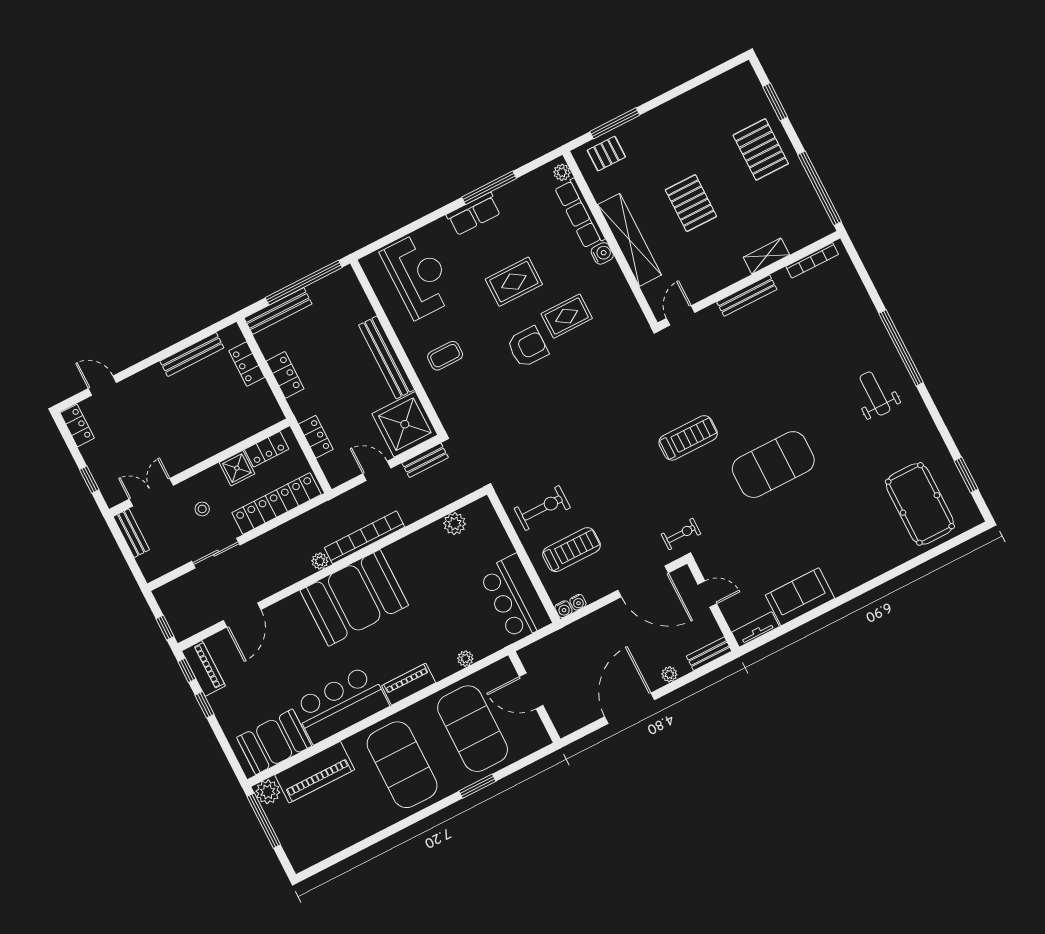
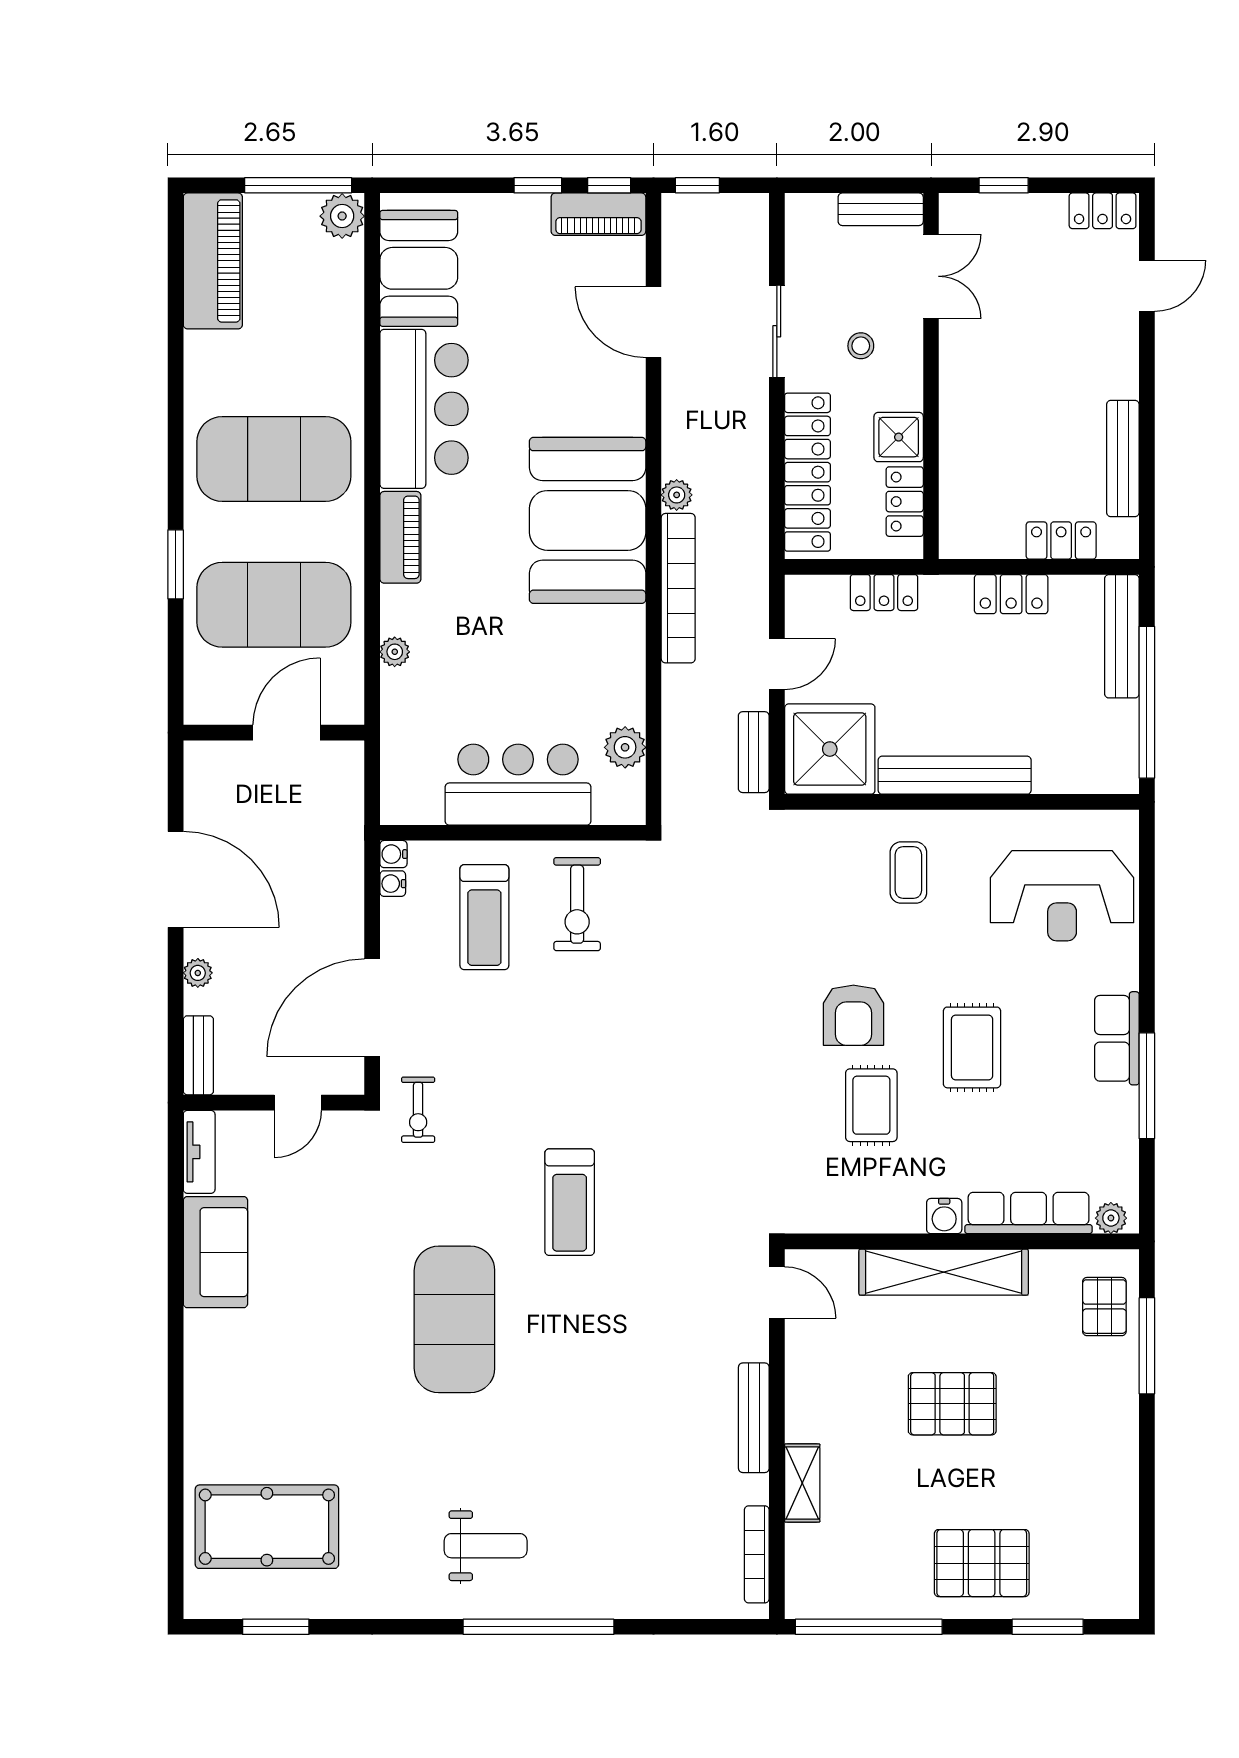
bar counter: (515, 598) -> (518, 785), moved
piano: (315, 772) -> (213, 261), moved, turned 180

